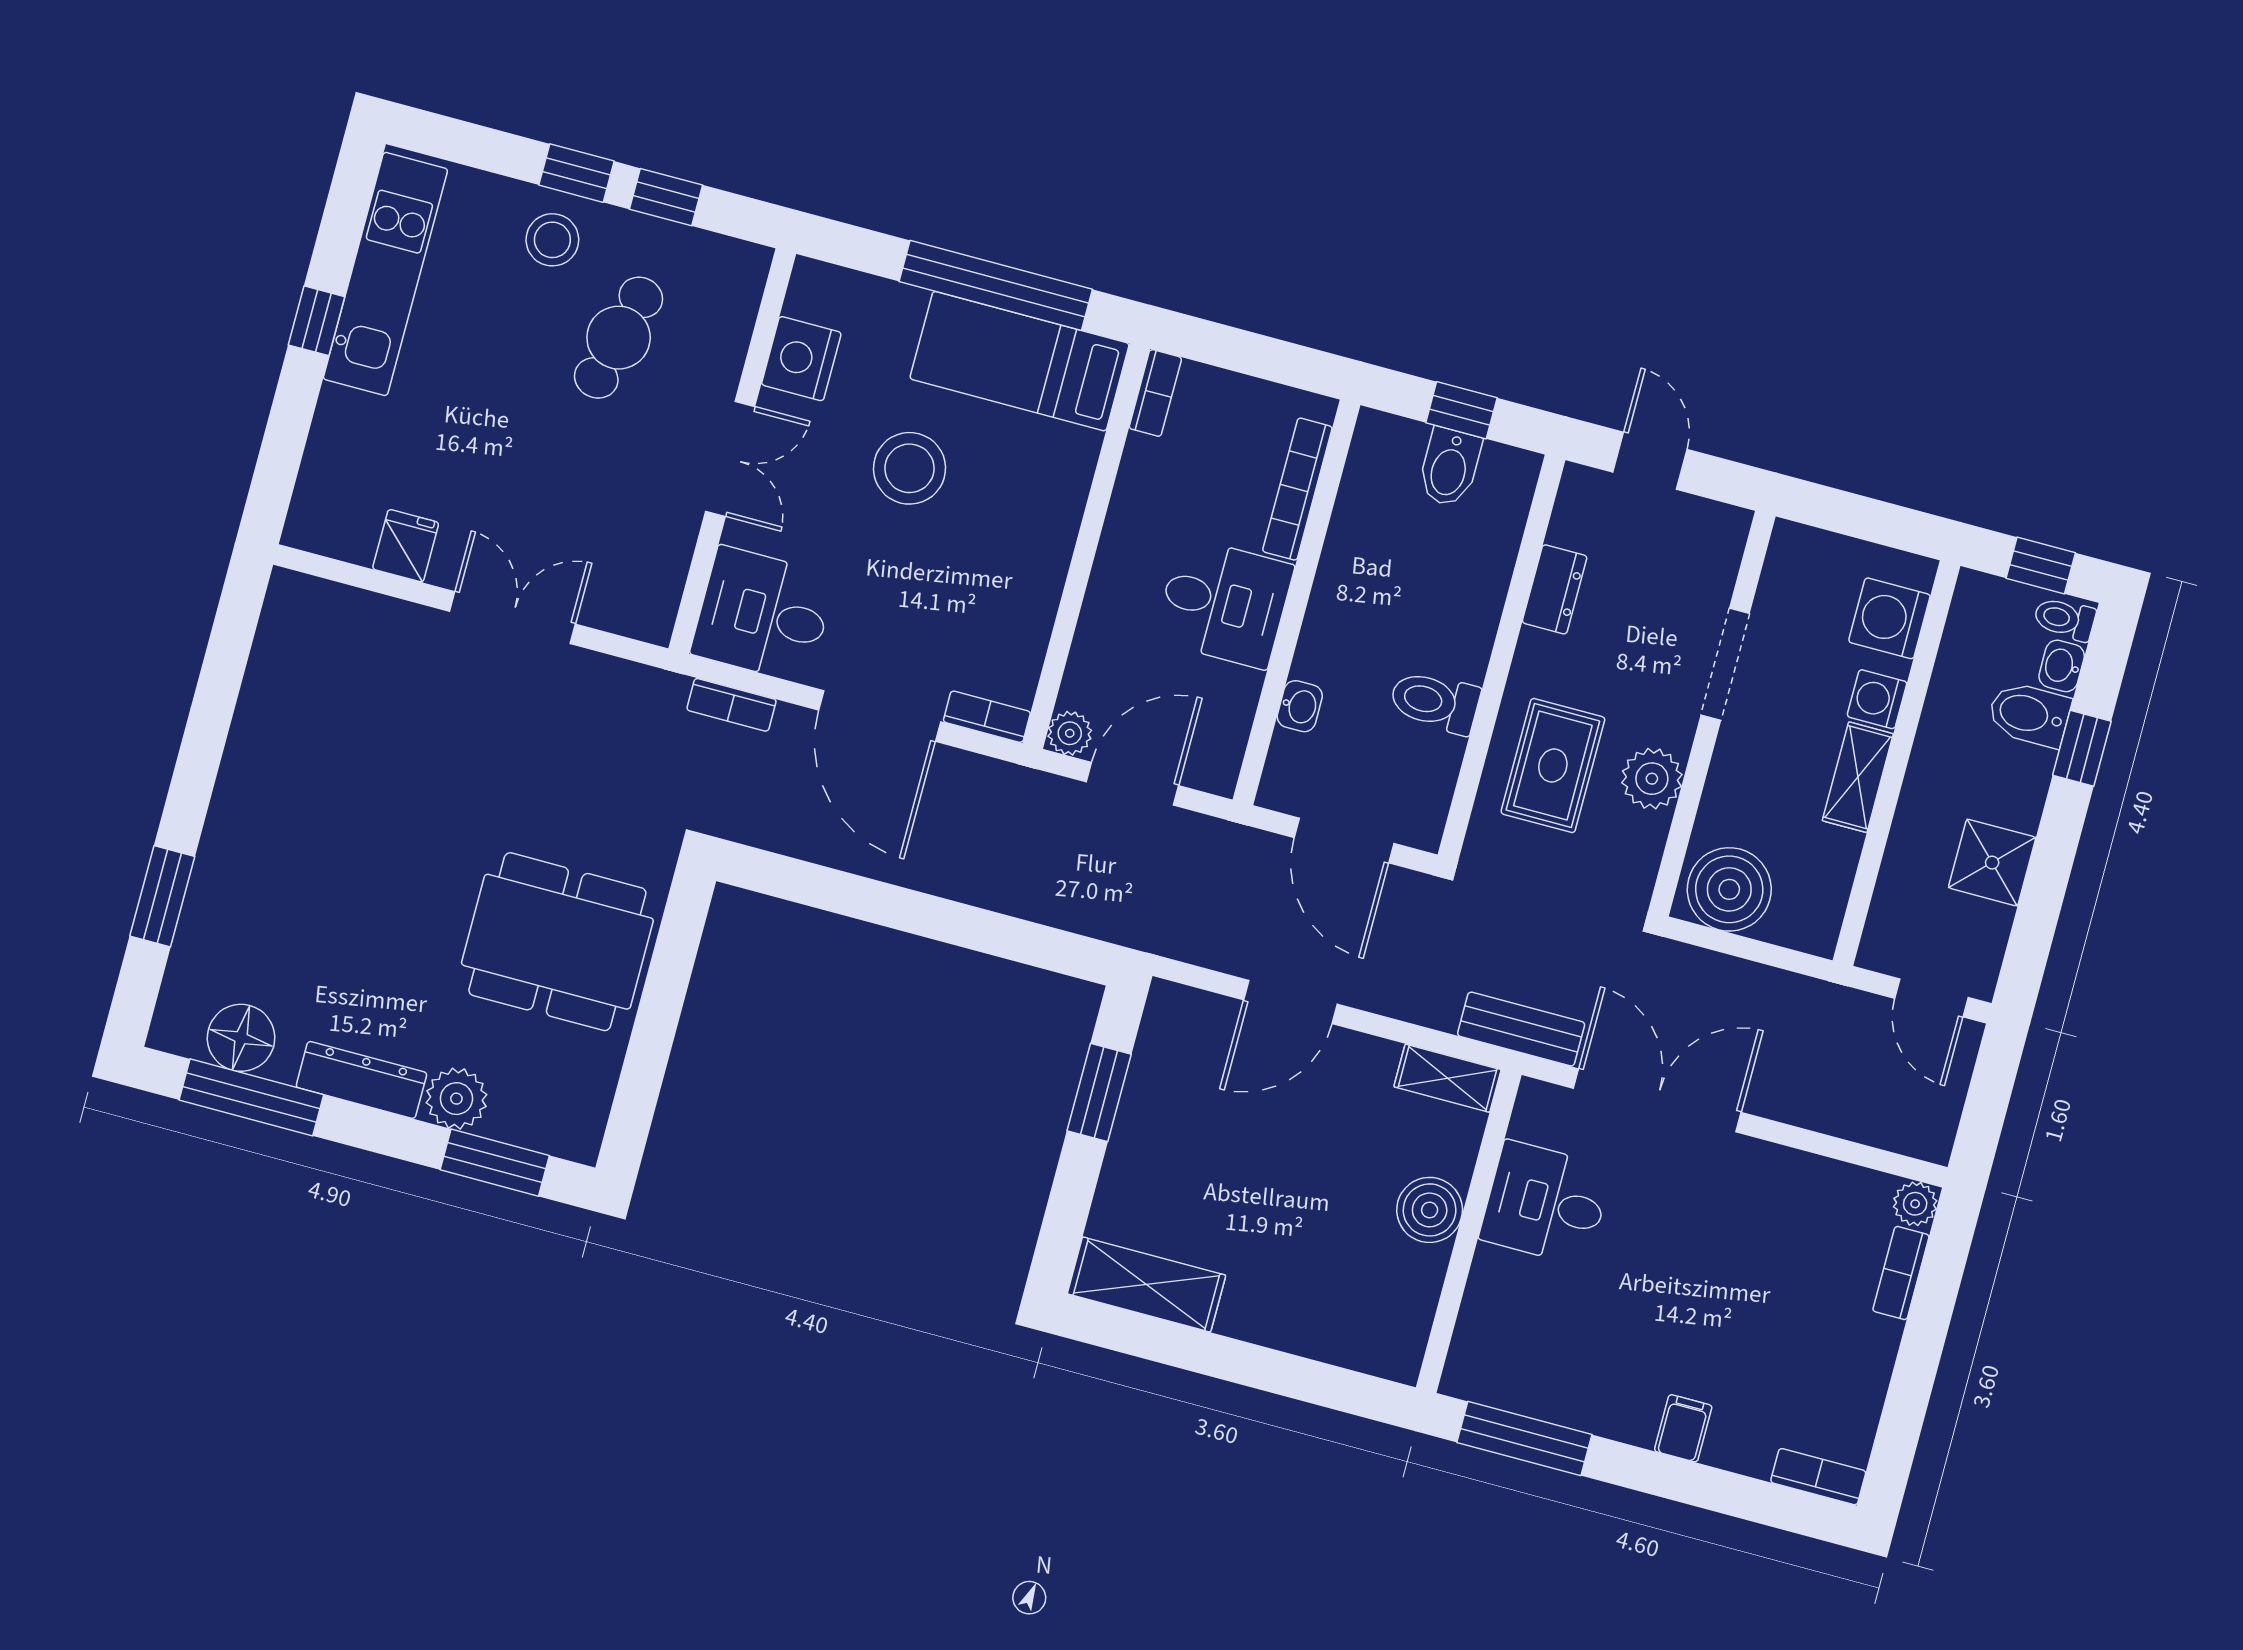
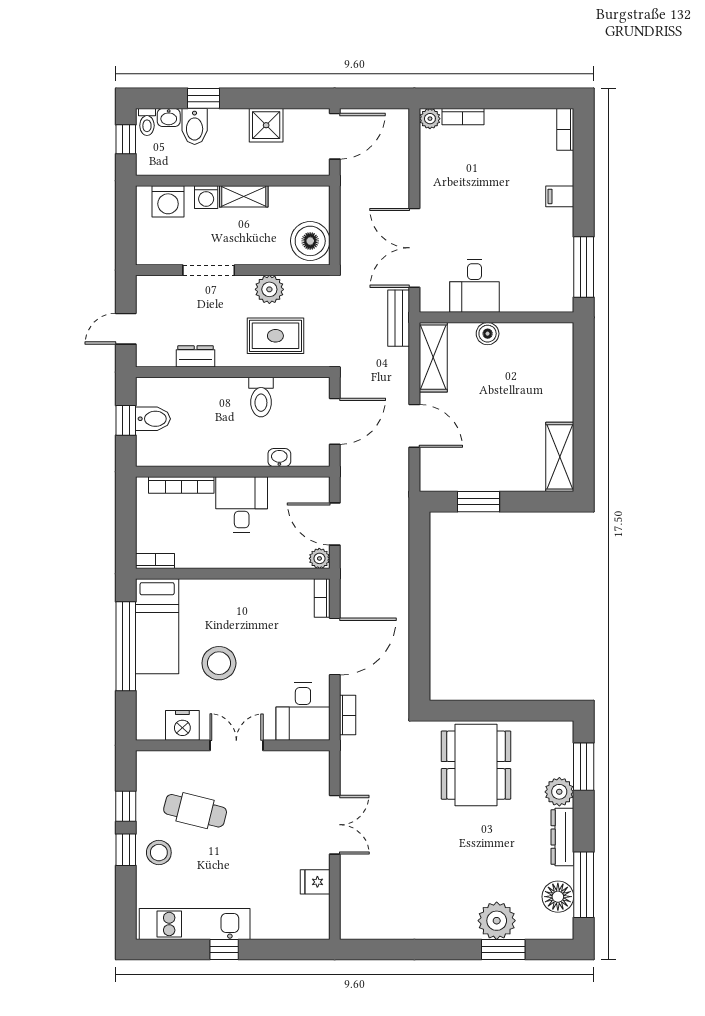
double door: (513, 618) -> (335, 825), swing flipped
plant: (225, 898) -> (497, 921), added
door: (1931, 998) -> (335, 136), width x1.38
shelving: (1447, 1078) -> (433, 357), width x1.50, depth x1.33
boiler: (1430, 1210) -> (488, 334), width x0.73, depth x0.73

